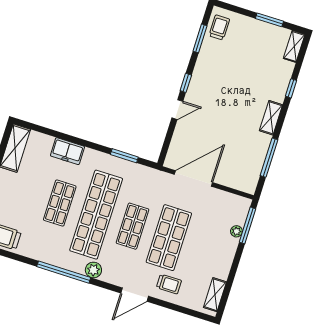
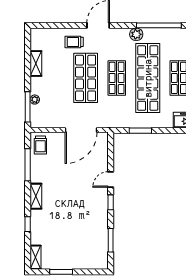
trolley: (219, 27) -> (40, 145), moved
shelving: (215, 295) -> (36, 63), moved

